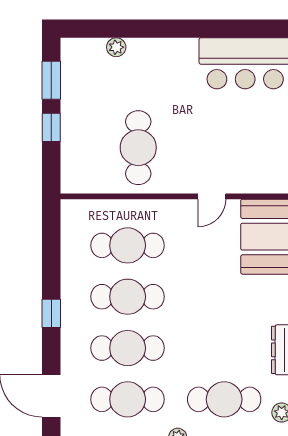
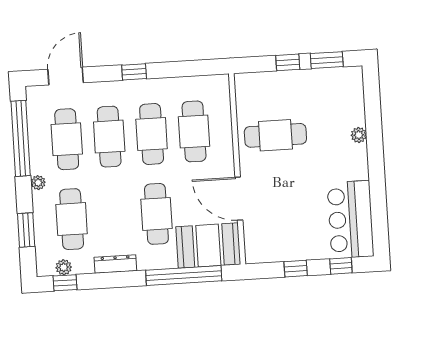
plant: (116, 47) -> (359, 135), moved
door: (212, 196) -> (239, 199), width x1.87
cafe table: (224, 297) -> (156, 214), added

